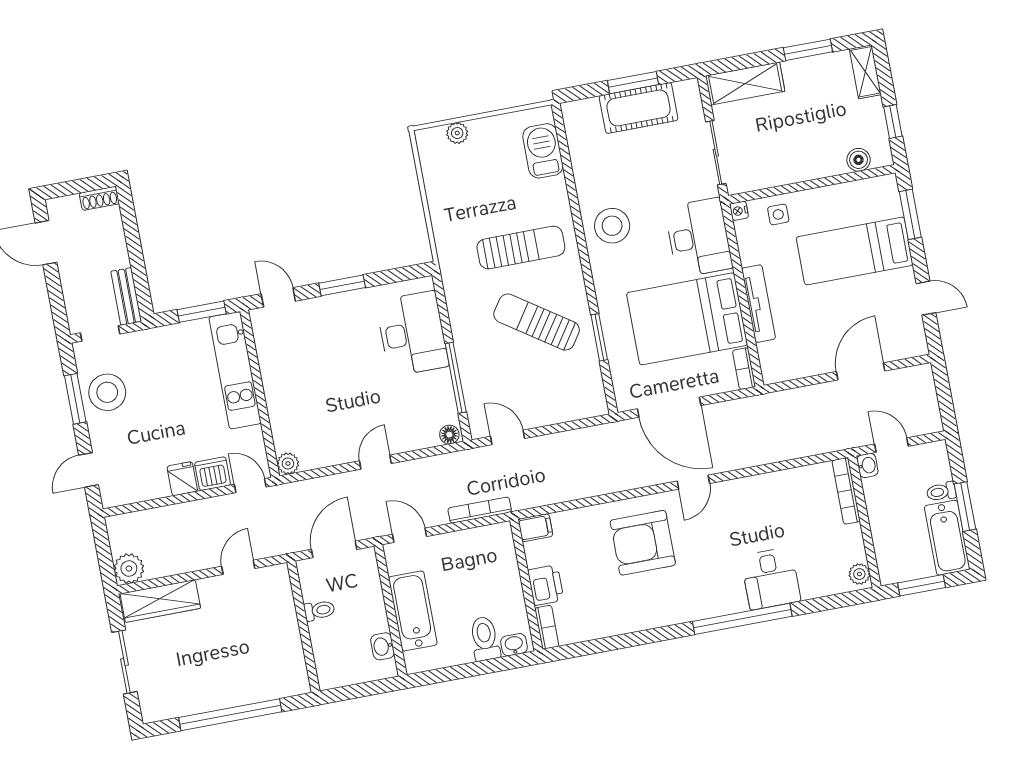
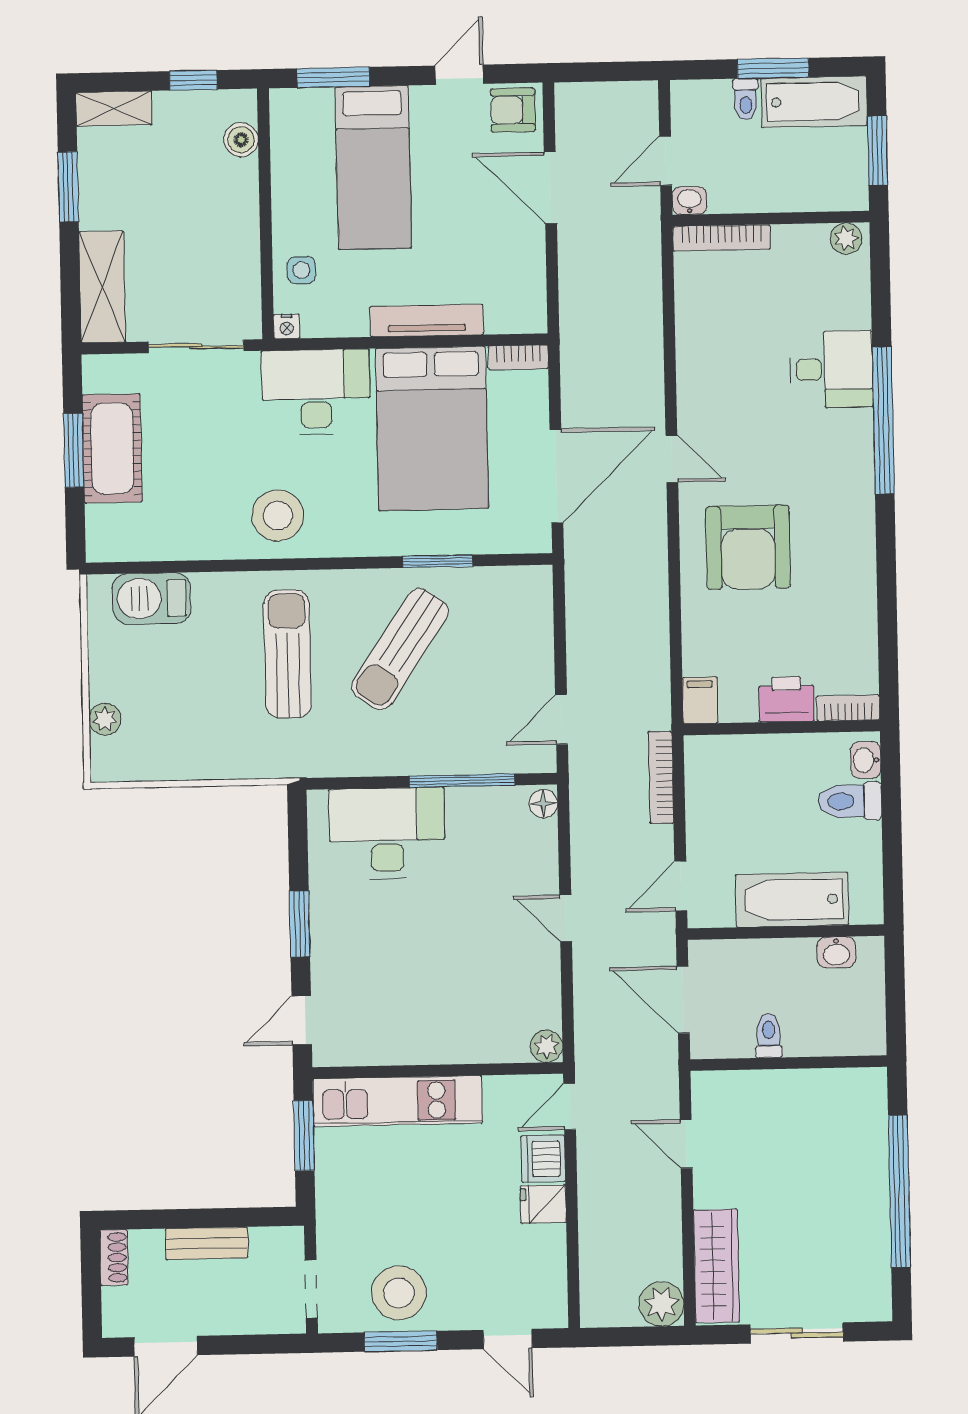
bench: (126, 296) -> (207, 1243), moved
armchair: (908, 338) -> (513, 110), added

